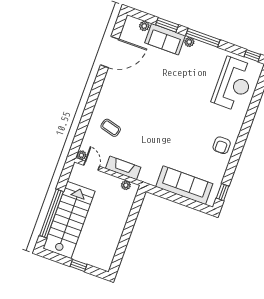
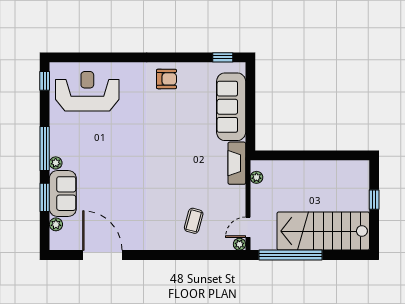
fireplace: (123, 168) -> (237, 163), moved
window: (51, 214) -> (291, 255), moved

